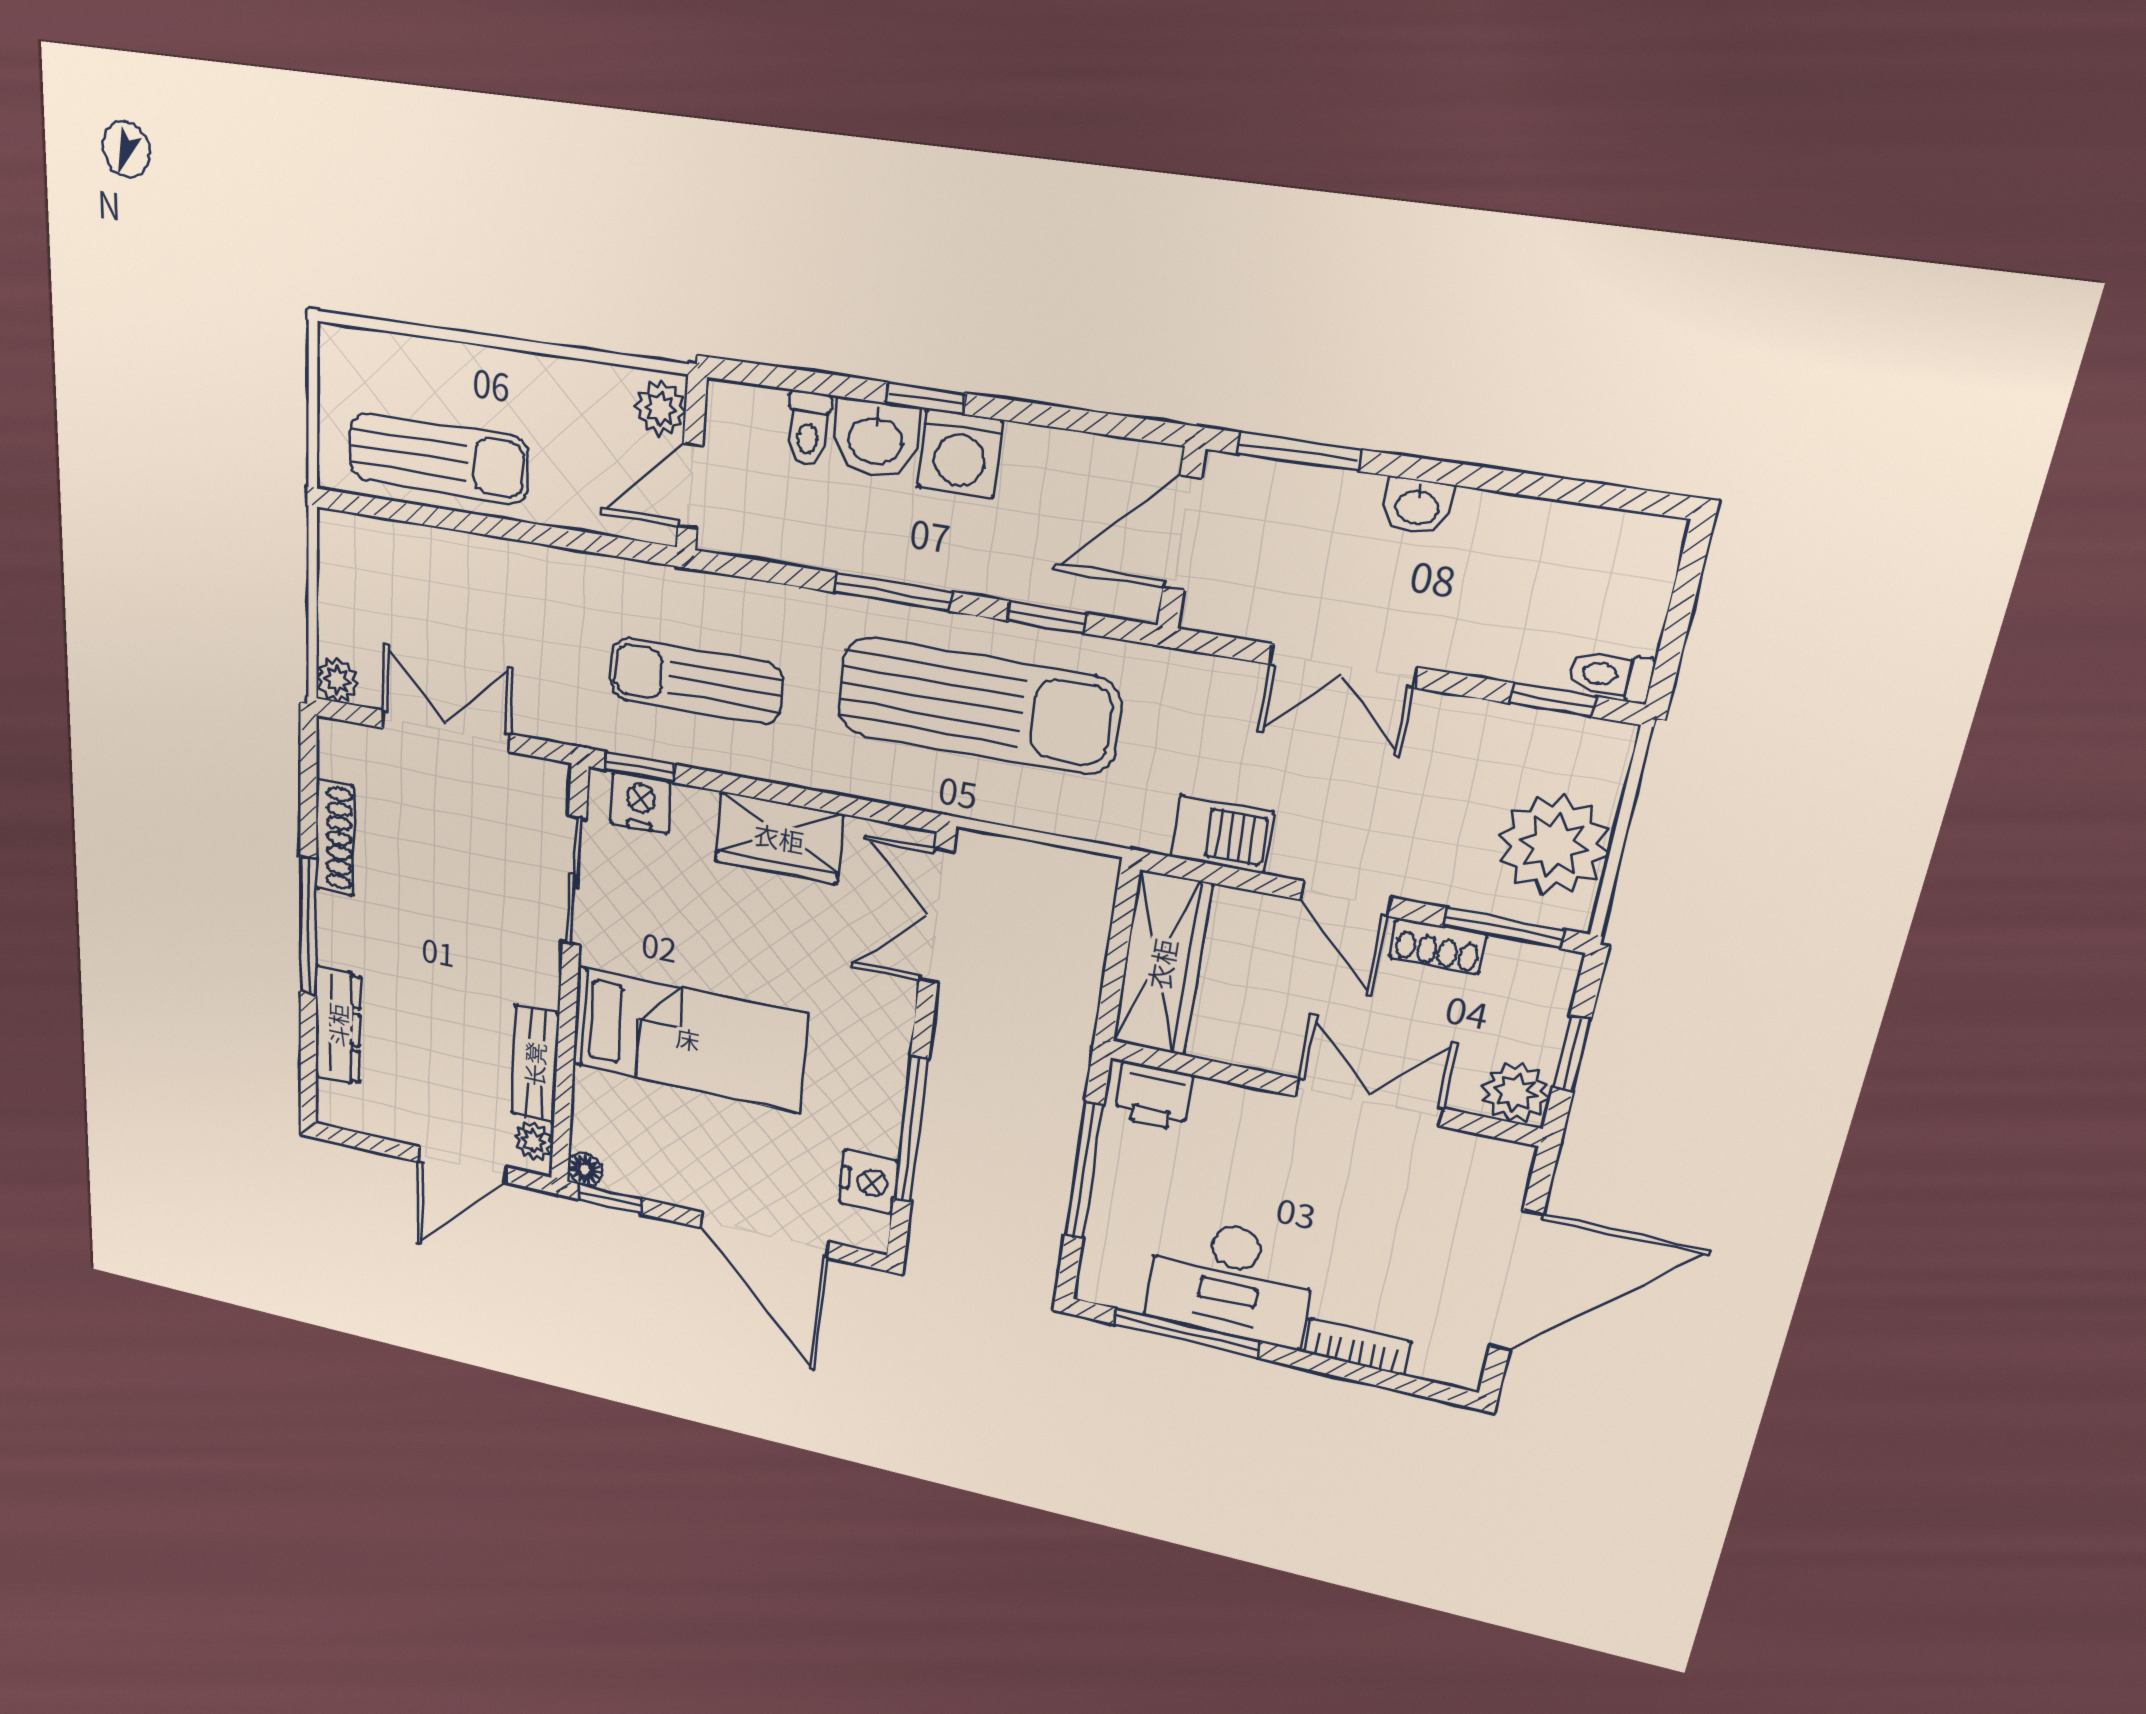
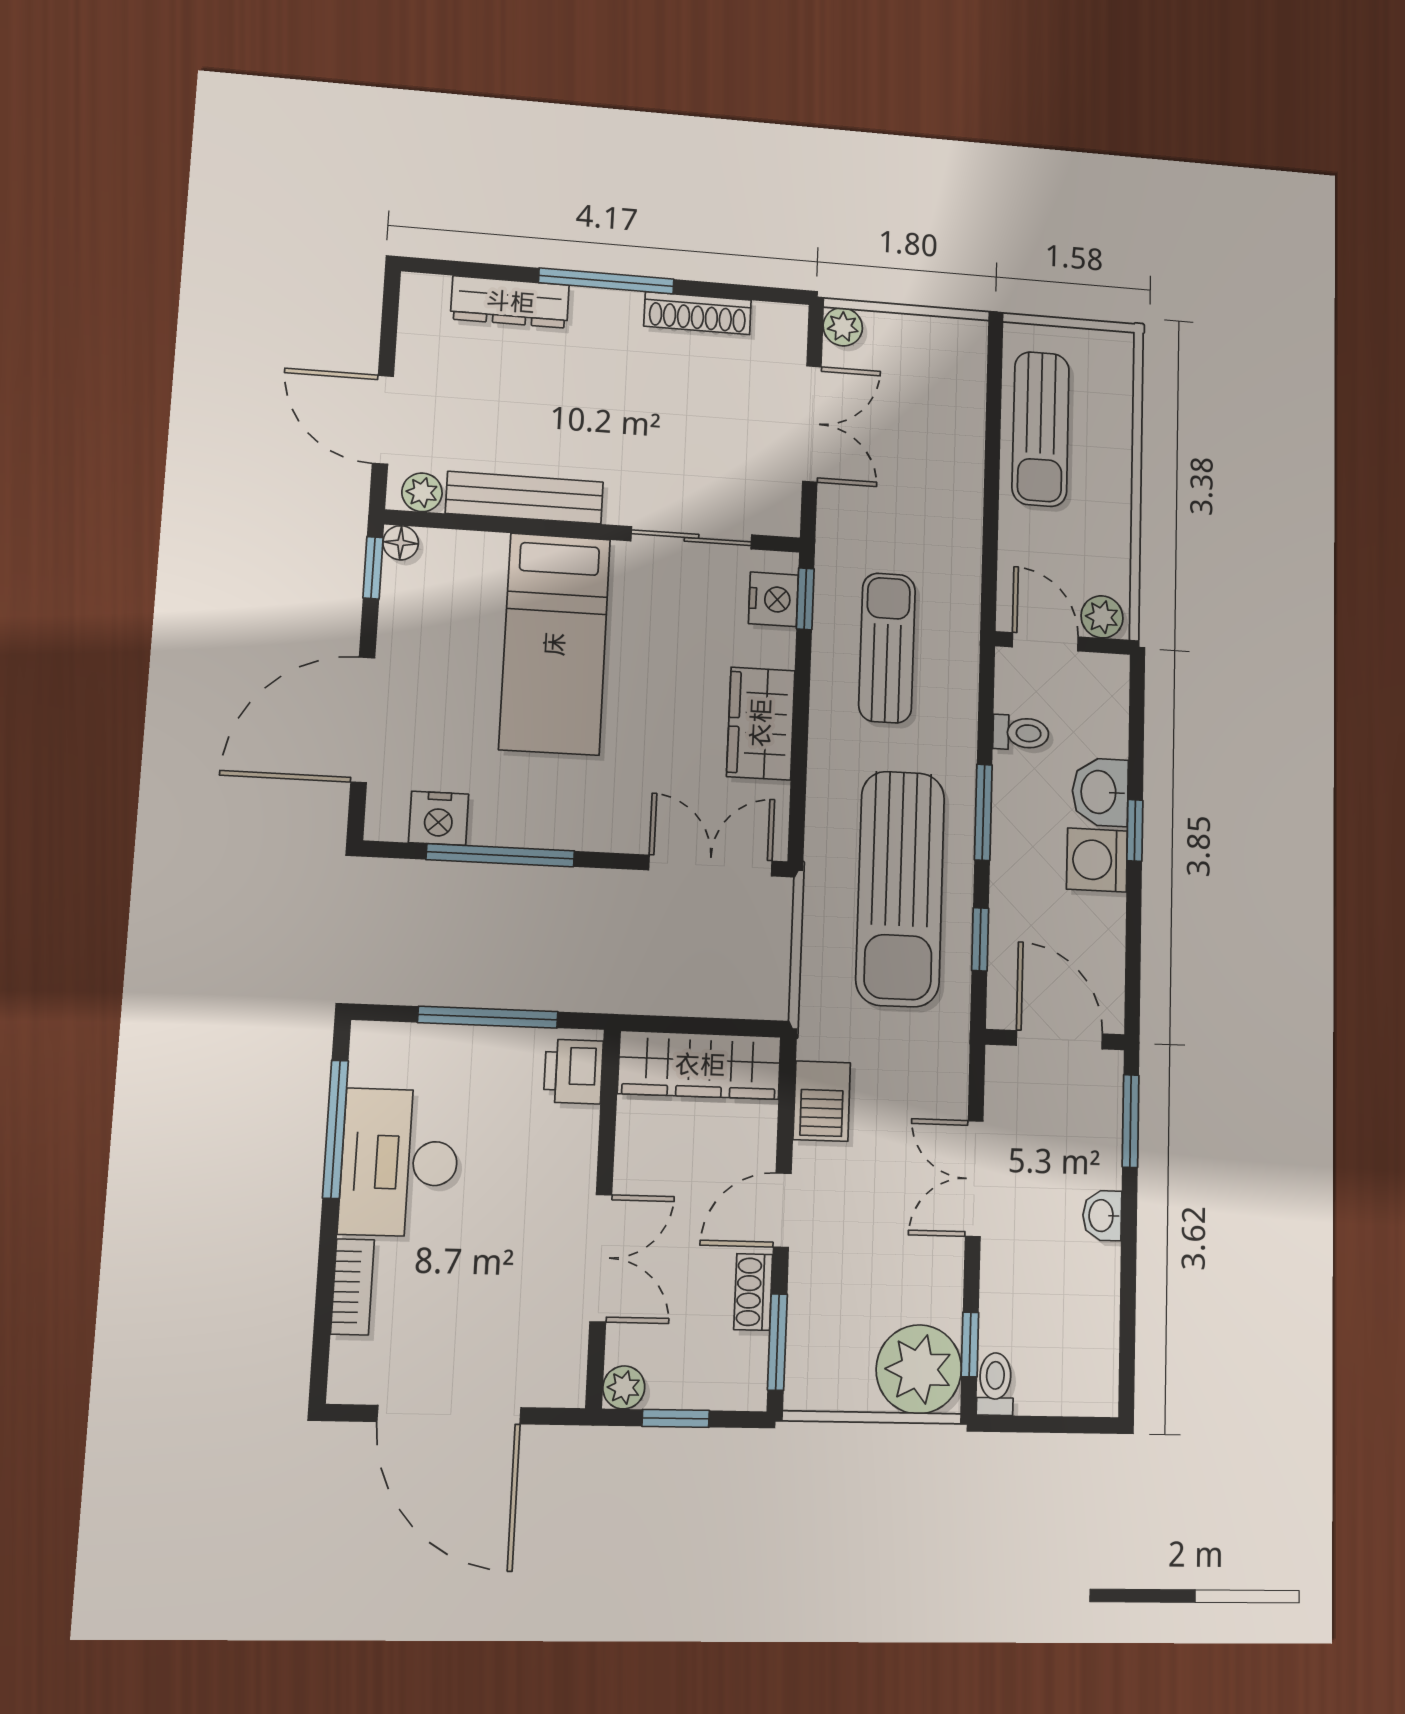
toilet: (808, 428) -> (1021, 733), moved, turned 180
plant: (1554, 845) -> (919, 1369), moved
bench: (535, 1064) -> (525, 498), width x1.36
plant: (1516, 1093) -> (624, 1387), width x0.73, depth x0.73

